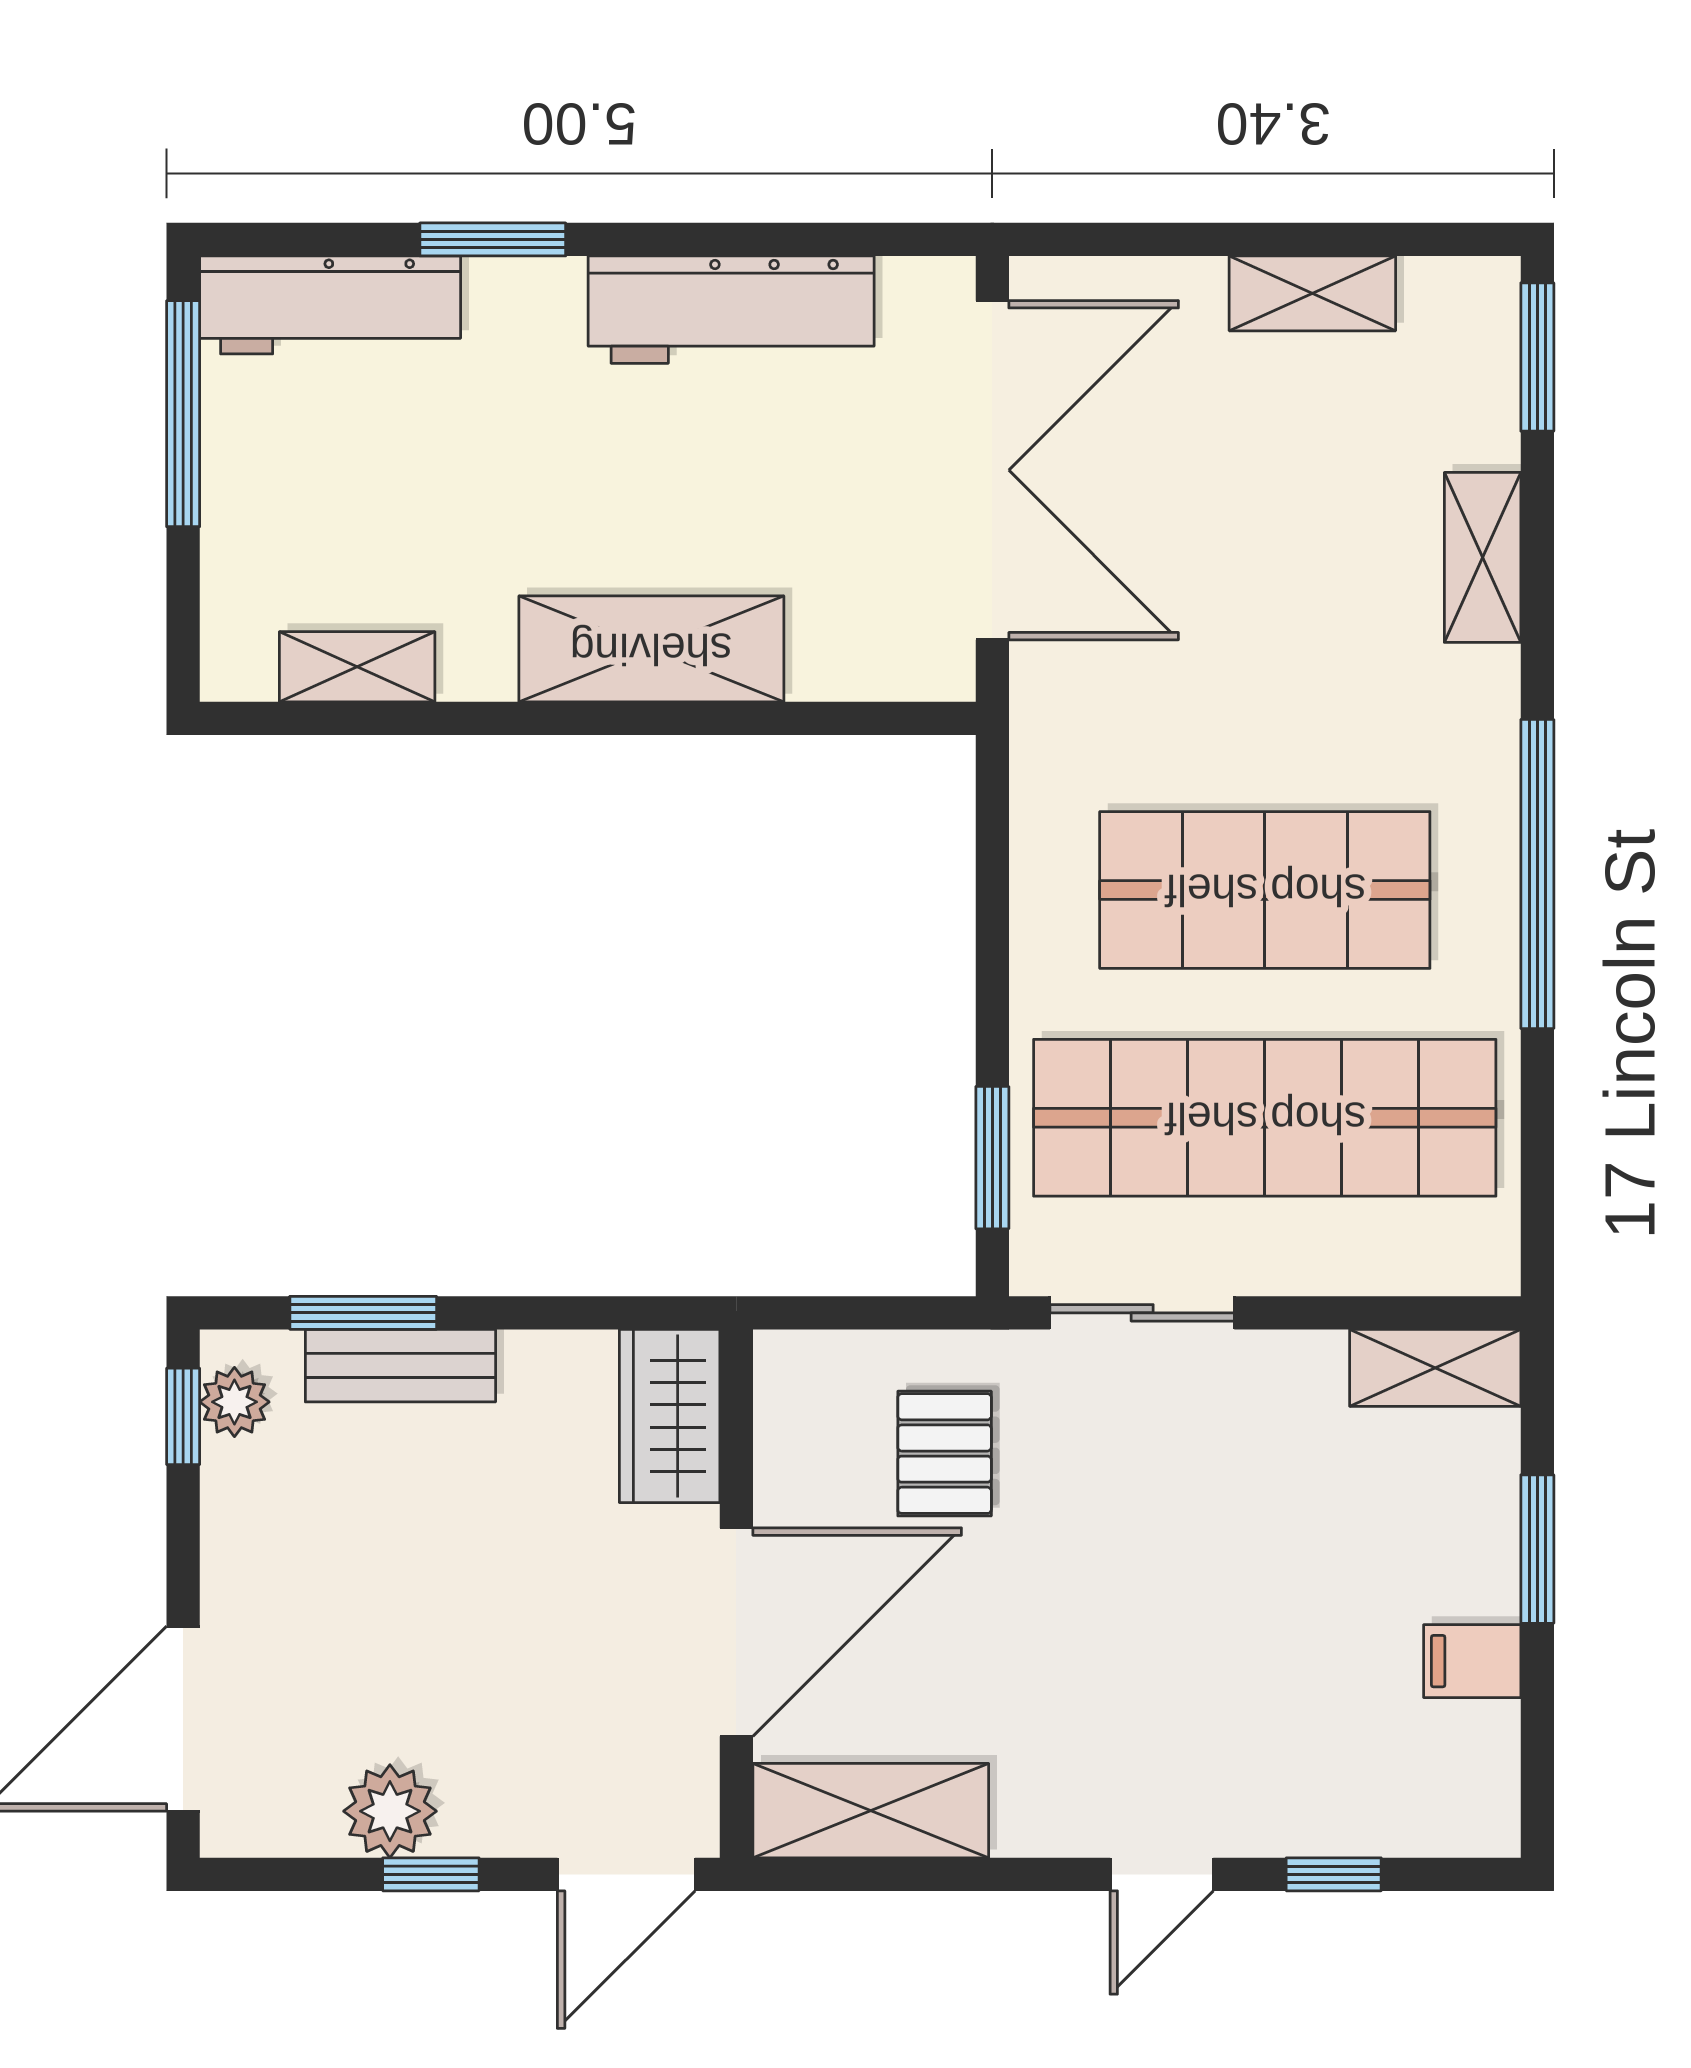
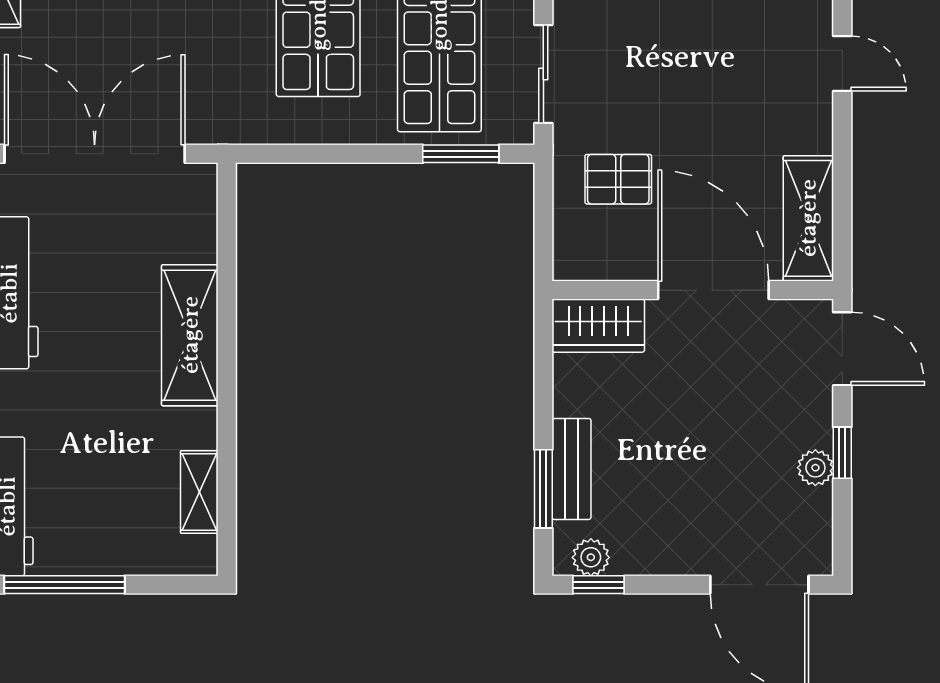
plant: (390, 1811) -> (815, 468), width x0.73, depth x0.73

